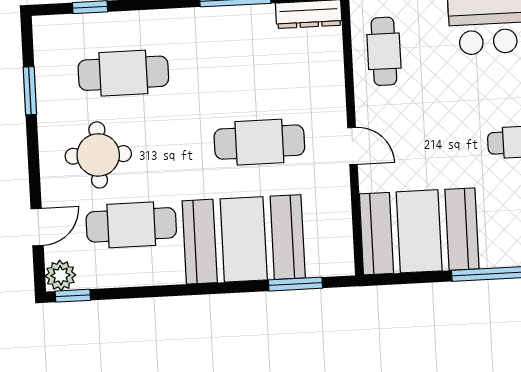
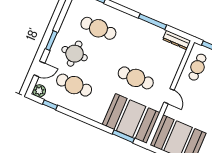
window: (30, 91) -> (51, 41), moved
booth: (244, 239) -> (131, 119), moved
window: (73, 296) -> (50, 105), moved

